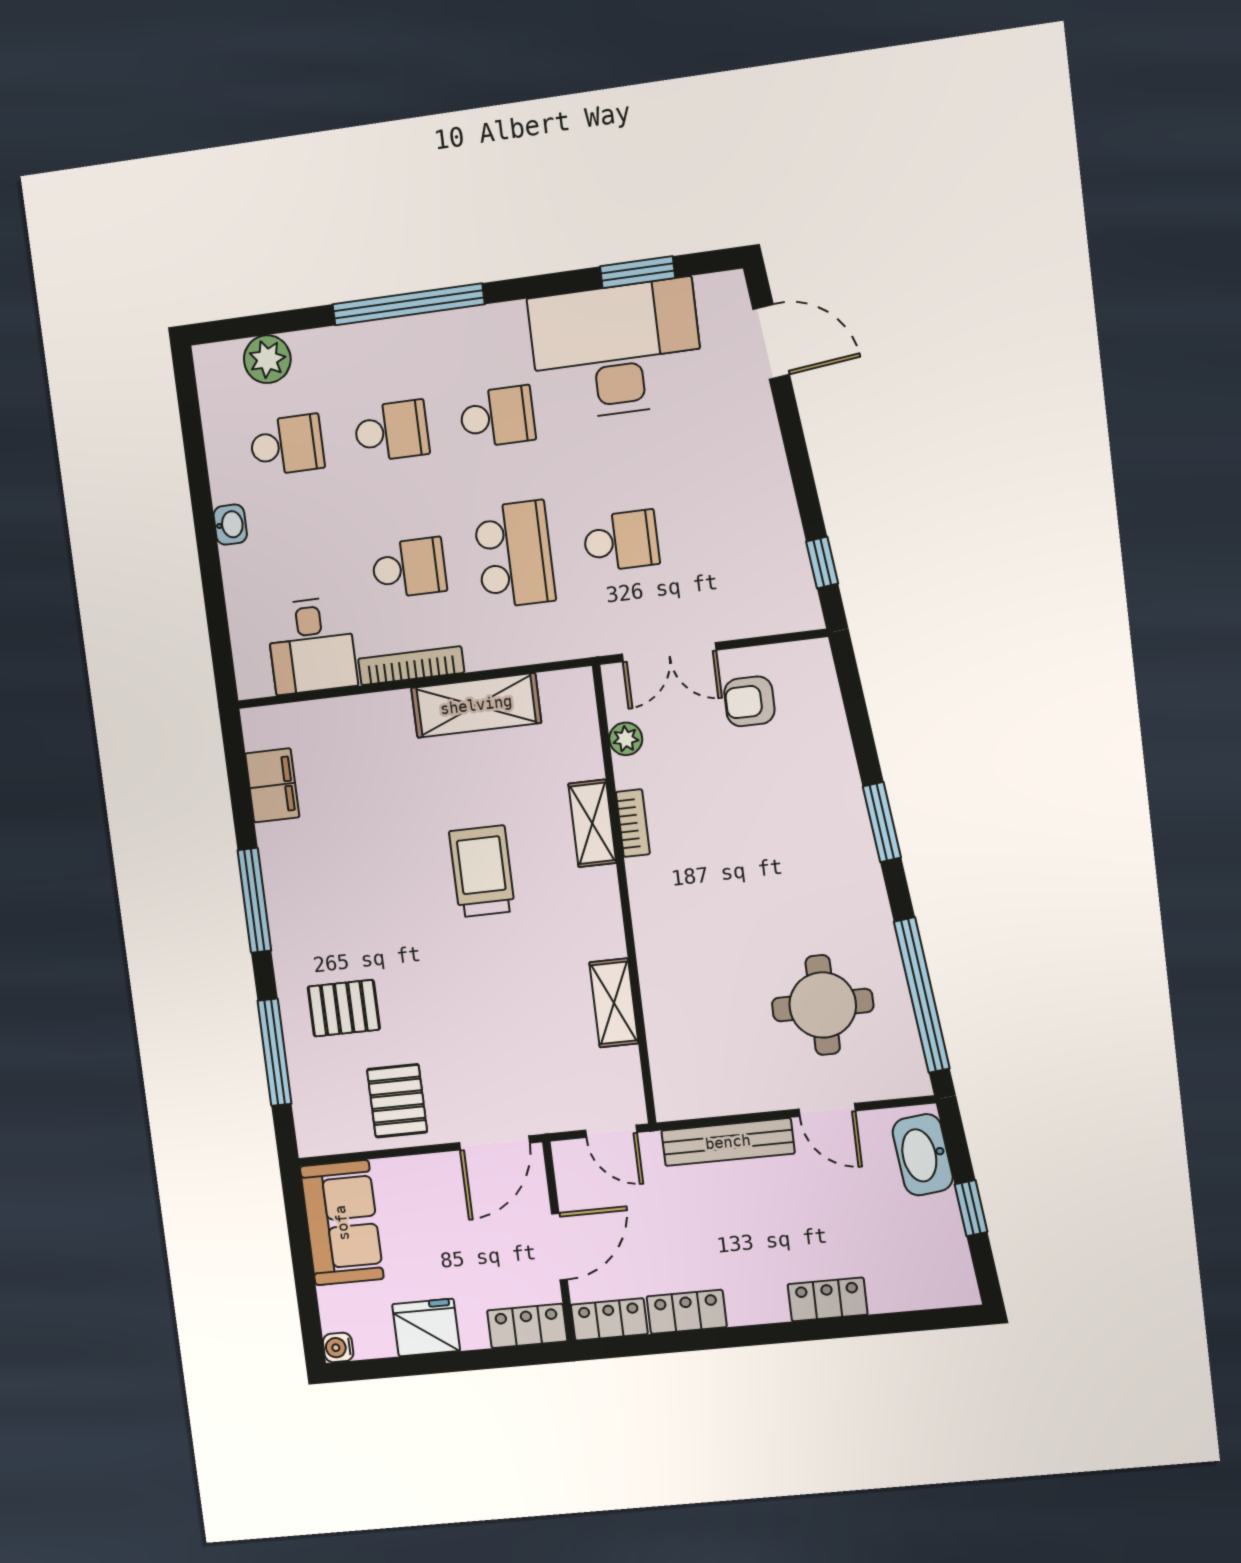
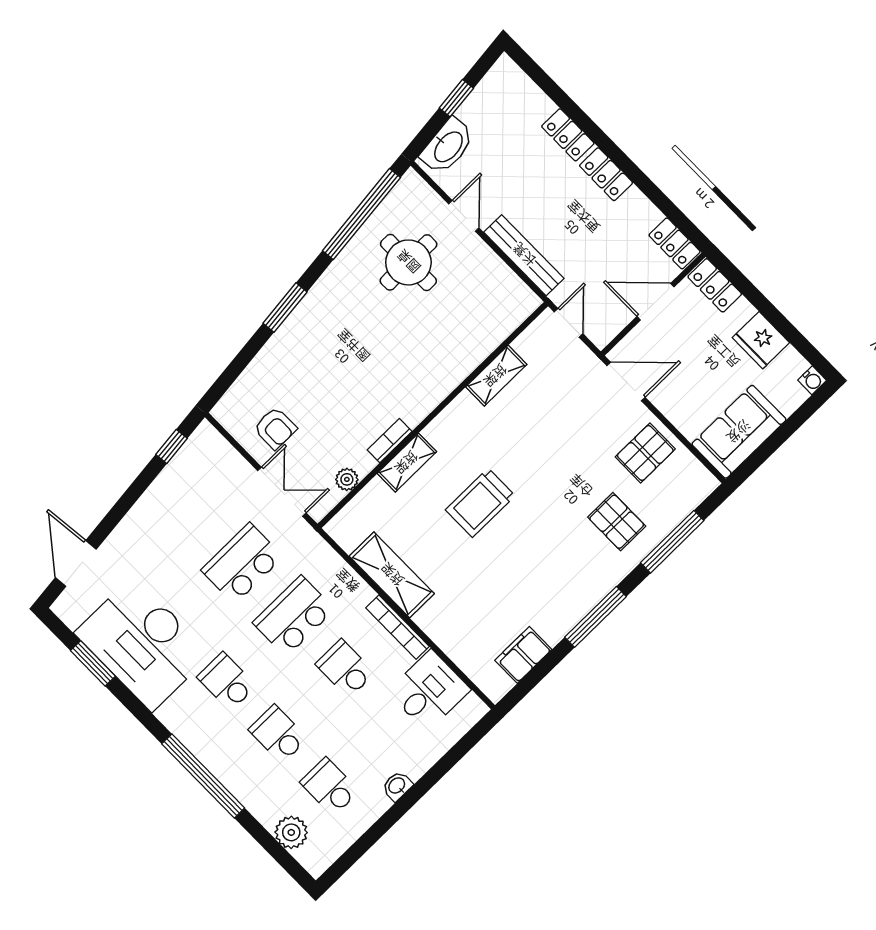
school desk: (621, 541) -> (242, 563), width x1.85
locker: (687, 1312) -> (606, 174), moved

